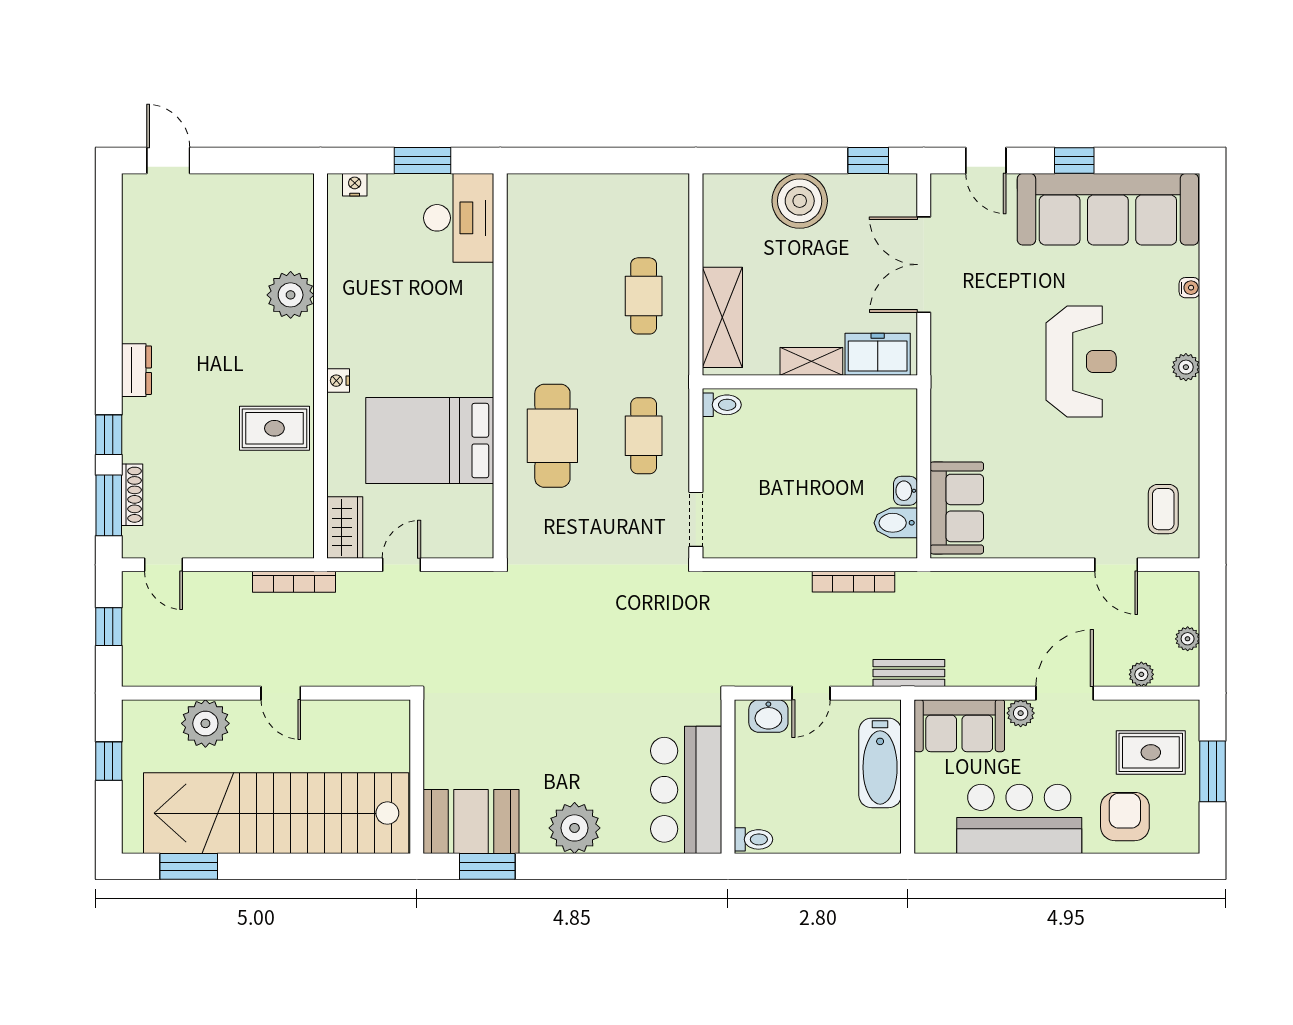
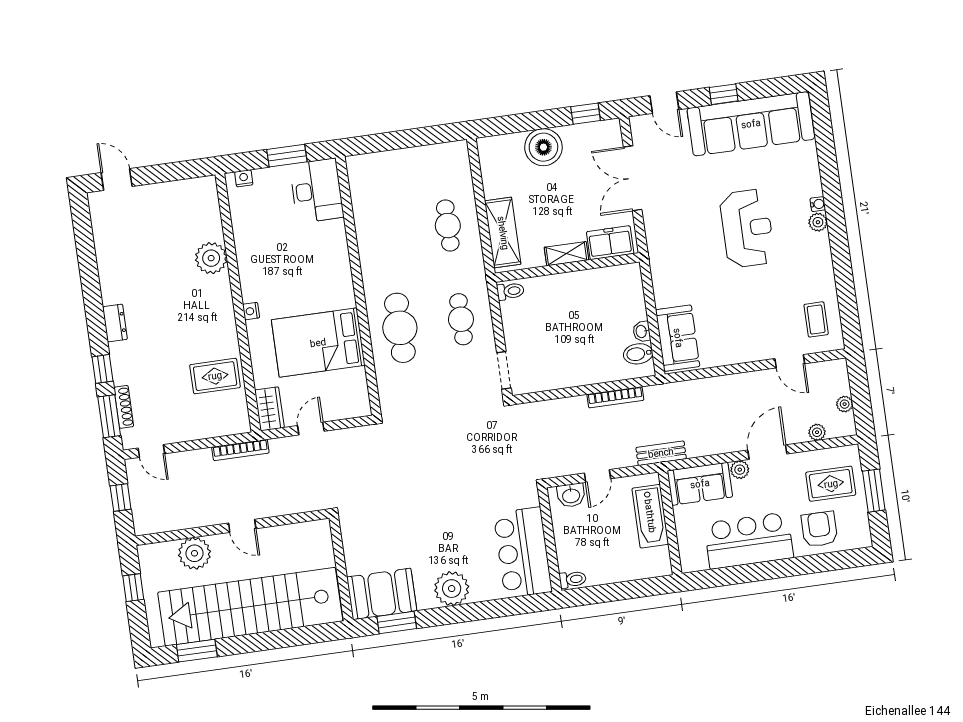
water cooler: (1189, 288) -> (818, 204), moved
rug: (274, 428) -> (215, 376), moved

